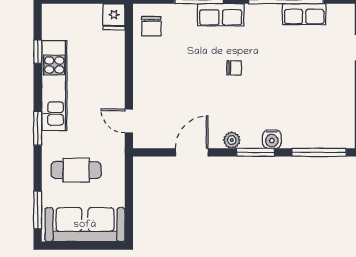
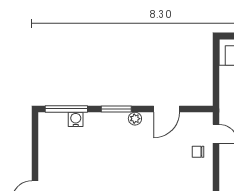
chair: (234, 68) -> (198, 152), moved
water cooler: (272, 139) -> (76, 119), moved

